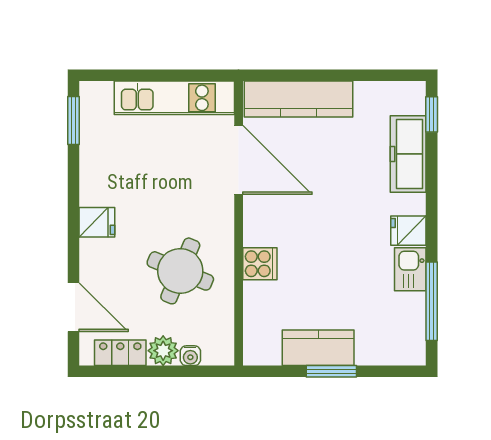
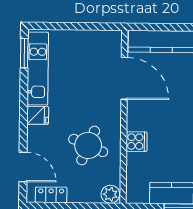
kitchen unit: (174, 98) -> (38, 68), moved, turned -90
plant: (163, 351) -> (110, 194), moved
water cooler: (190, 356) -> (94, 197), removed

